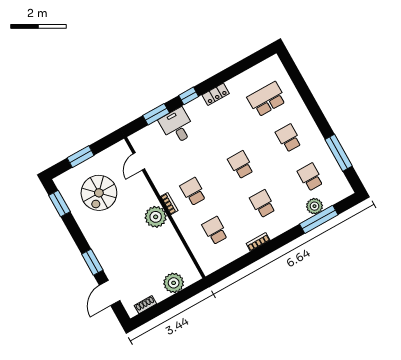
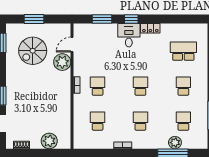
desk: (177, 126) -> (129, 35), moved
plant: (156, 217) -> (62, 62), moved

